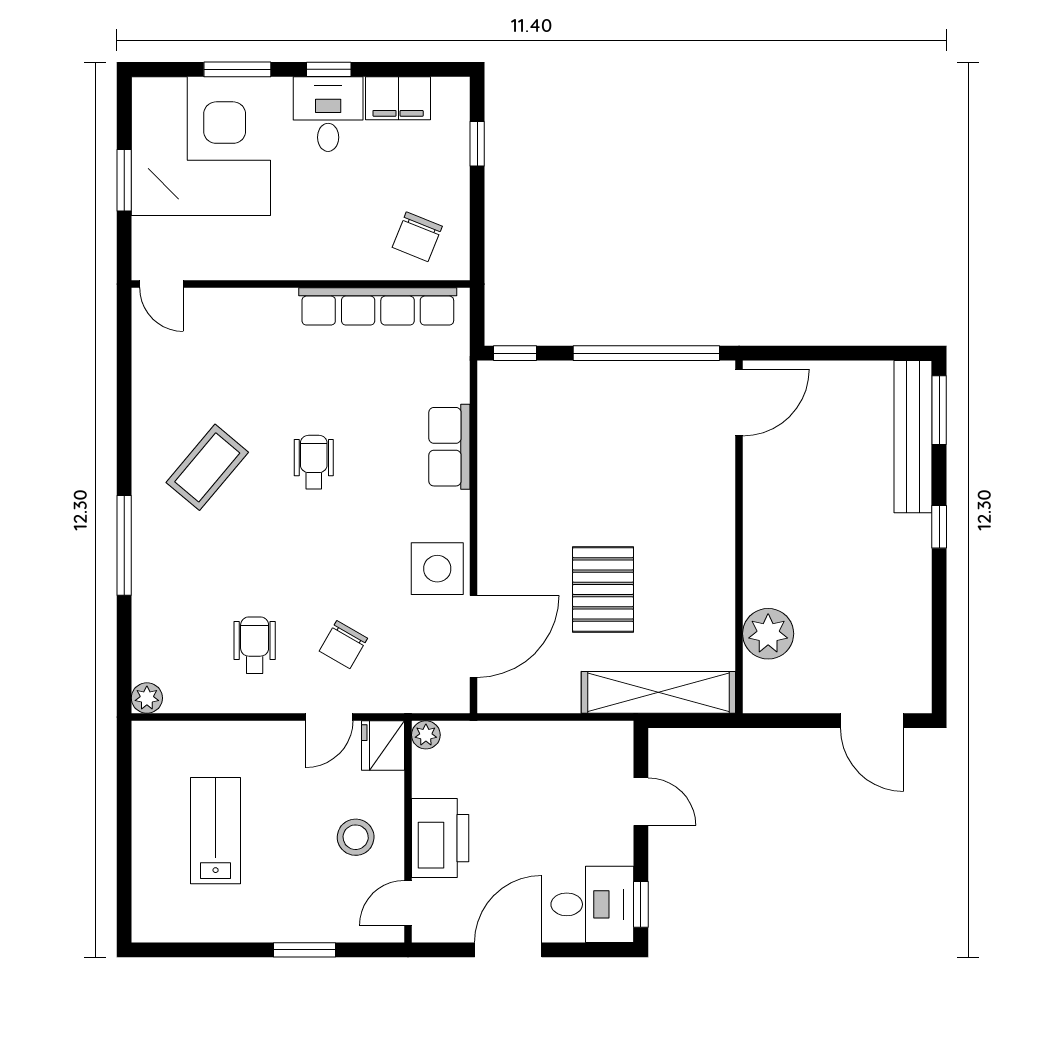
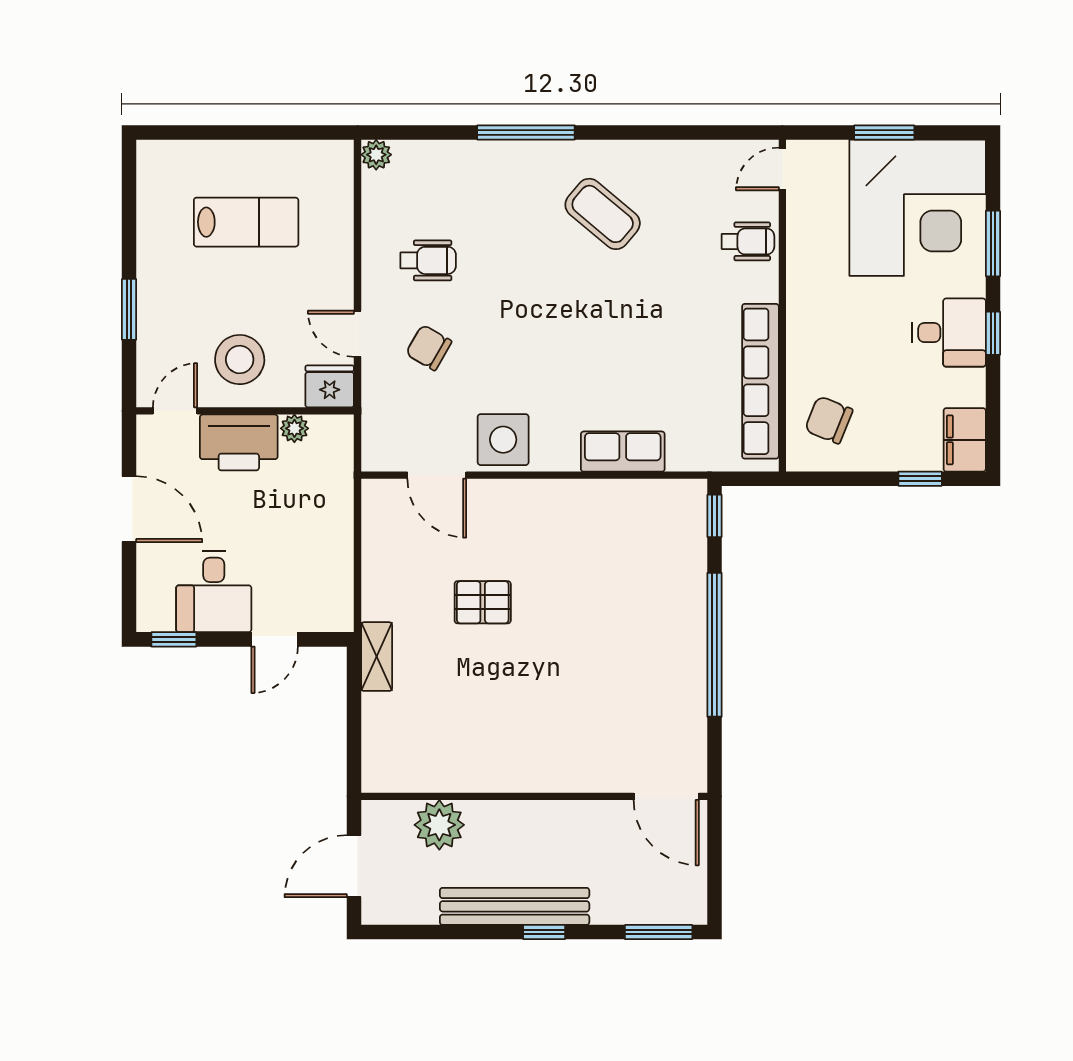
filing cabinet: (398, 98) -> (965, 440), moved
door: (739, 402) -> (666, 796), moved
bench: (913, 437) -> (515, 906), moved
wheelchair: (314, 462) -> (748, 241), moved
wall: (739, 537) -> (534, 796), moved
pallet: (603, 589) -> (483, 602), width x0.67, depth x0.71
plant: (768, 634) -> (439, 825), moved
door: (473, 636) -> (437, 475), width x0.73
shelving: (658, 692) -> (377, 657), width x0.45, depth x0.75
plant: (426, 735) -> (294, 428), moved
stool: (356, 837) -> (240, 360), width x1.38, depth x1.38
door: (408, 903) -> (175, 411), hinge flipped
desk: (592, 904) -> (214, 592), moved

